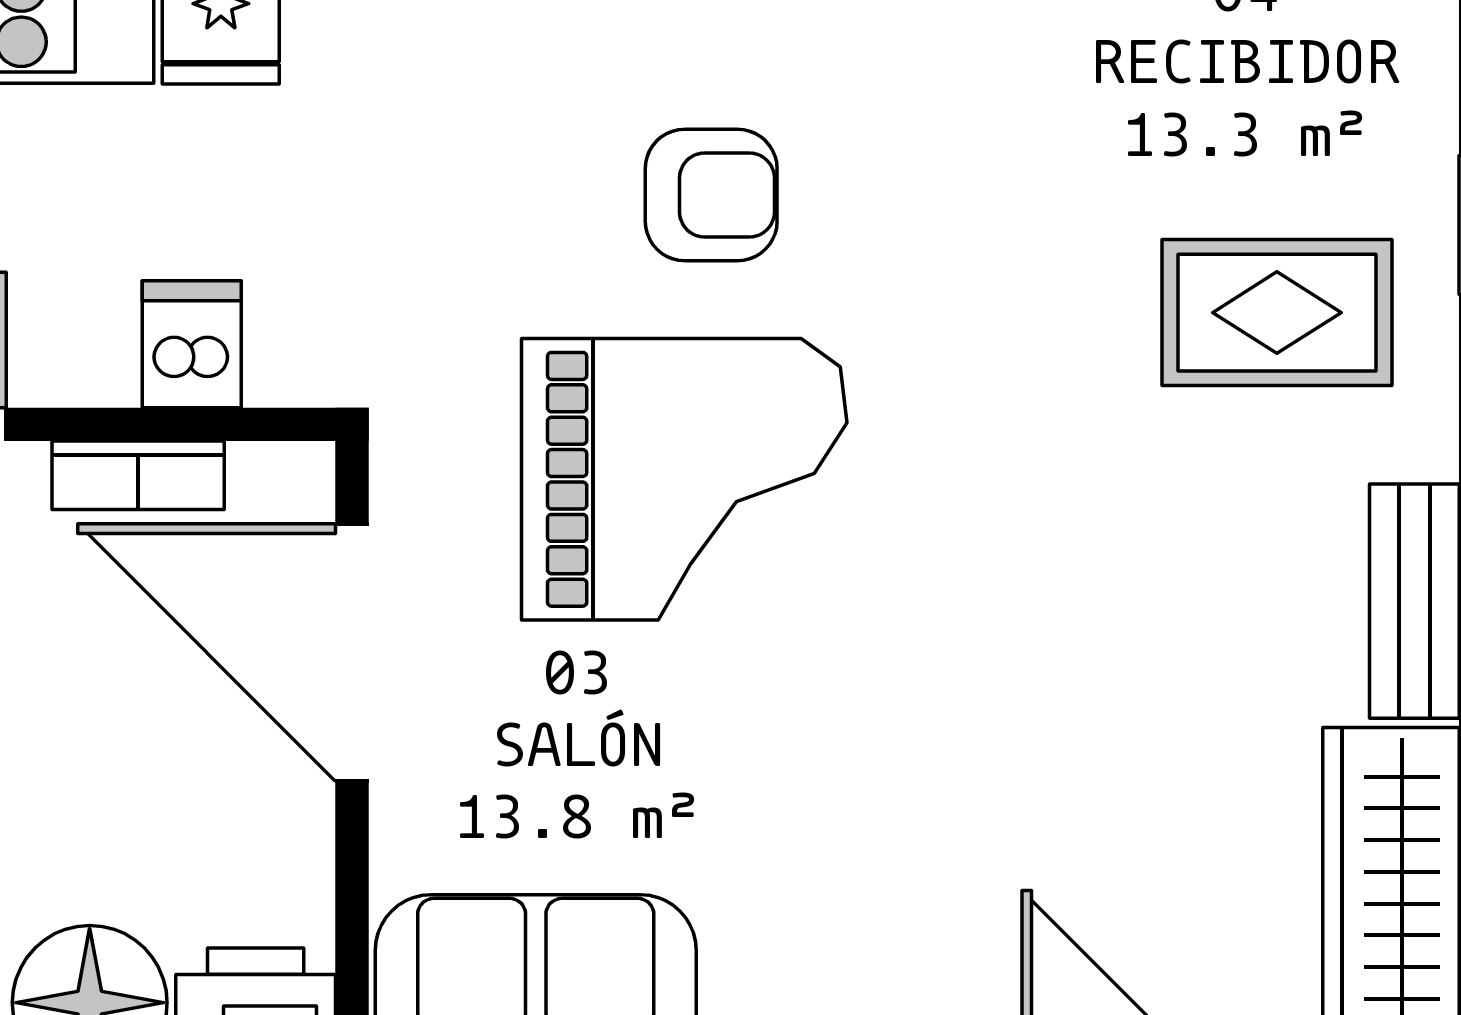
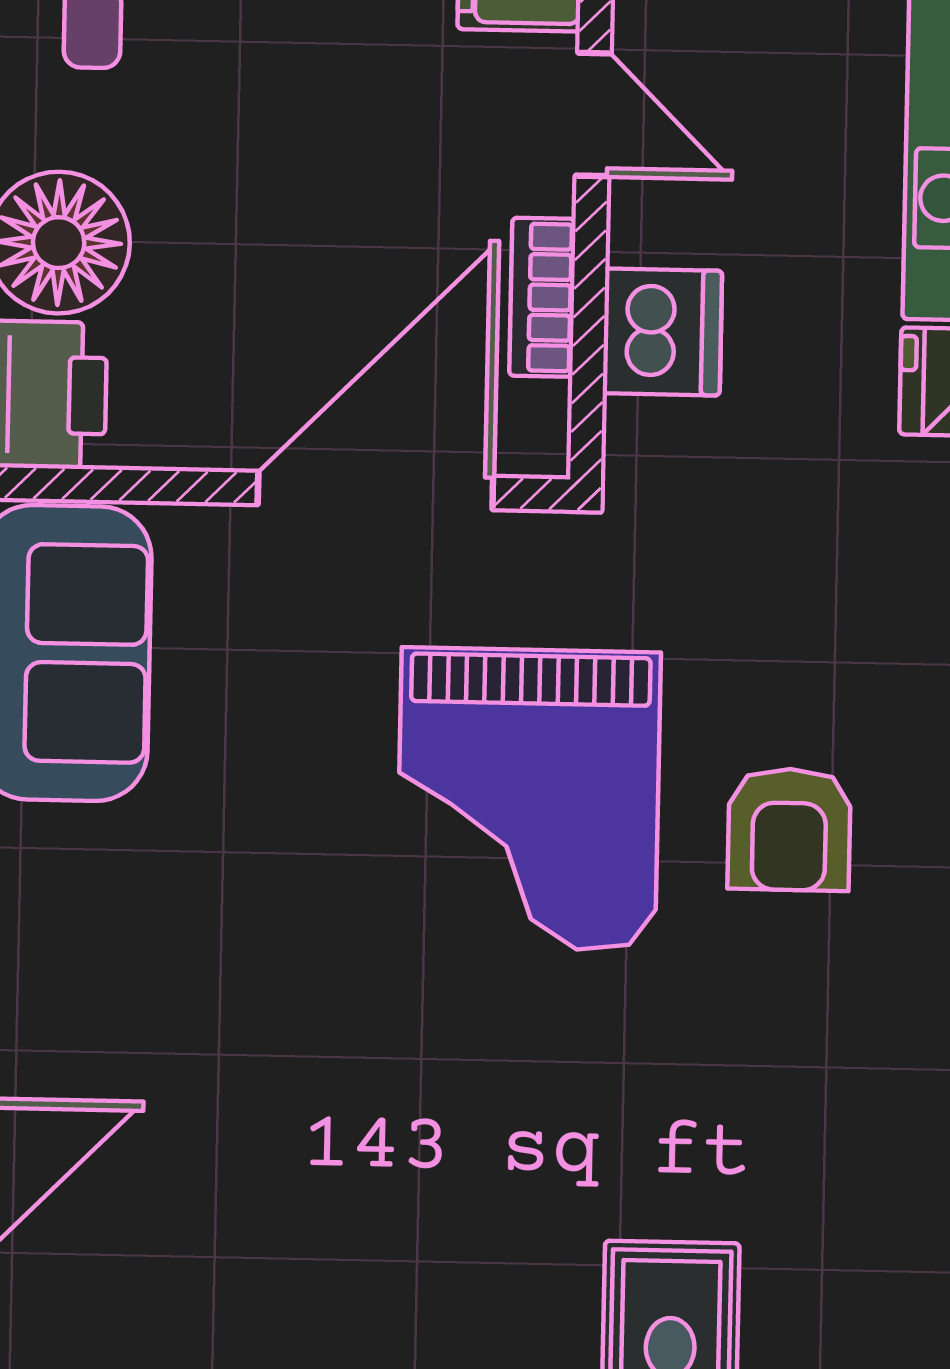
dishwasher: (192, 344) -> (662, 332), width x1.38

